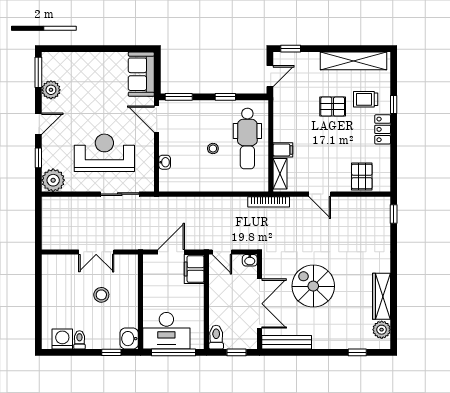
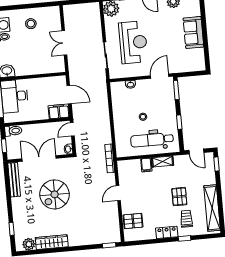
sofa: (141, 74) -> (193, 32), moved, turned -90
shelving: (280, 174) -> (163, 162), moved
spiral stairs: (313, 286) -> (55, 194), turned 180
stool: (101, 295) -> (31, 24), moved
double door: (259, 304) -> (39, 158), swing flipped

